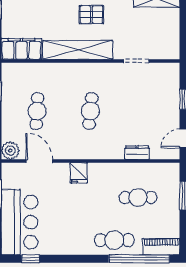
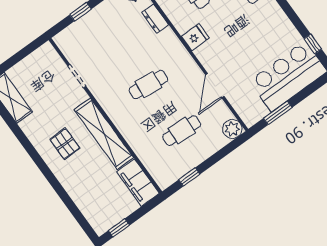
door: (39, 161) -> (215, 86), moved
fridge: (79, 173) -> (195, 37), moved

